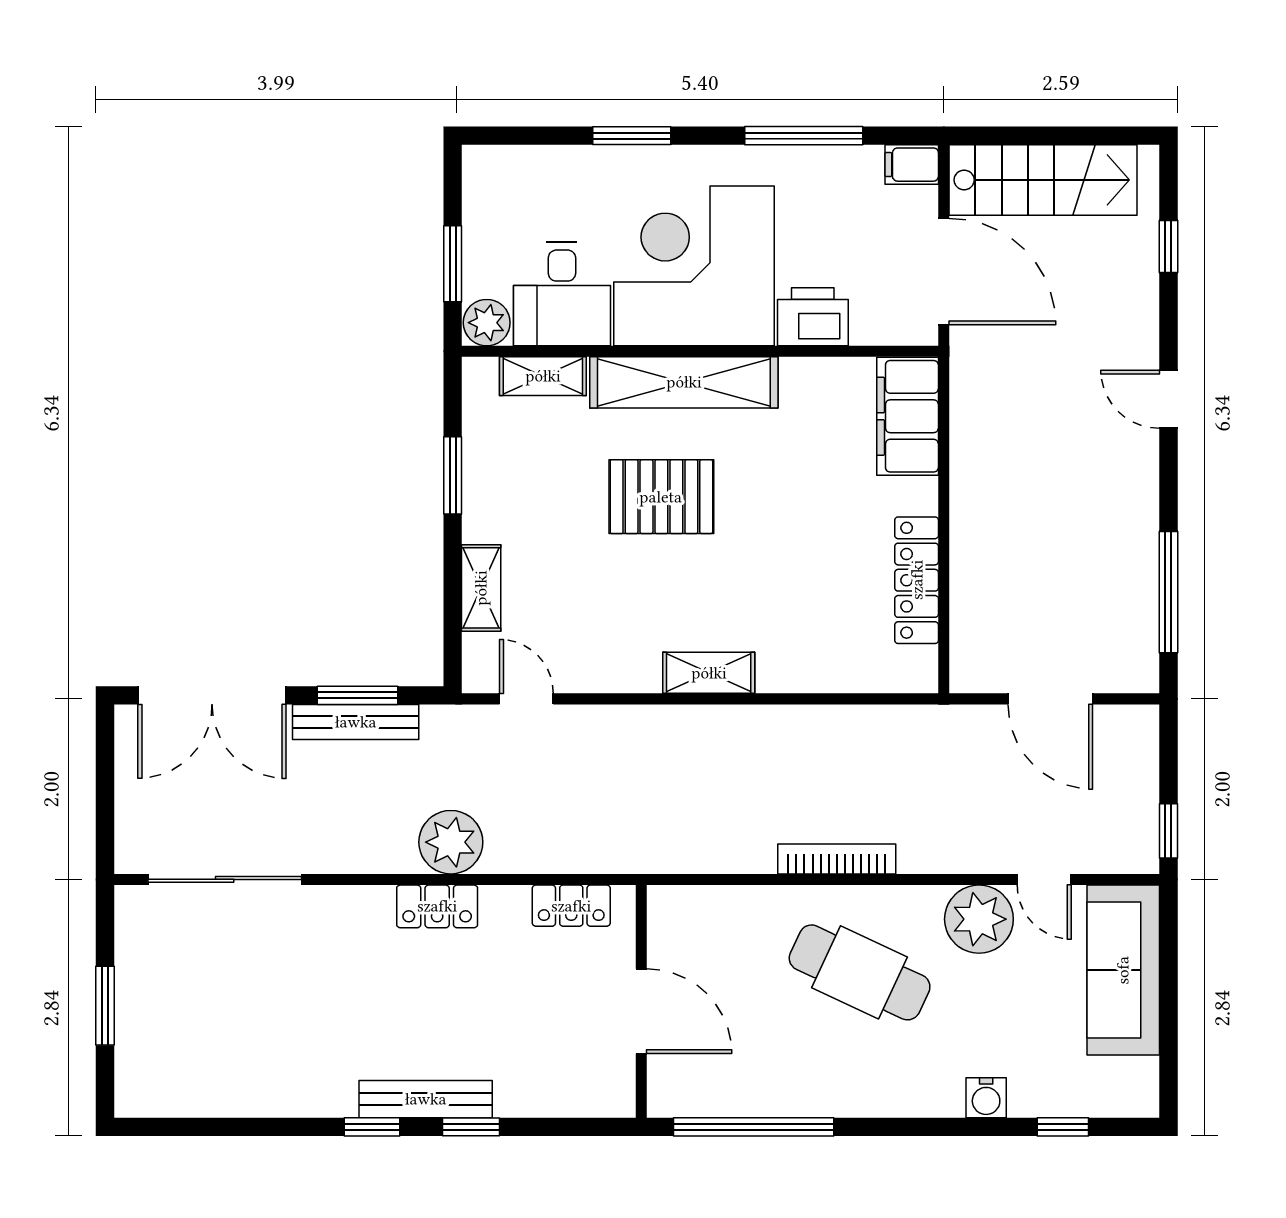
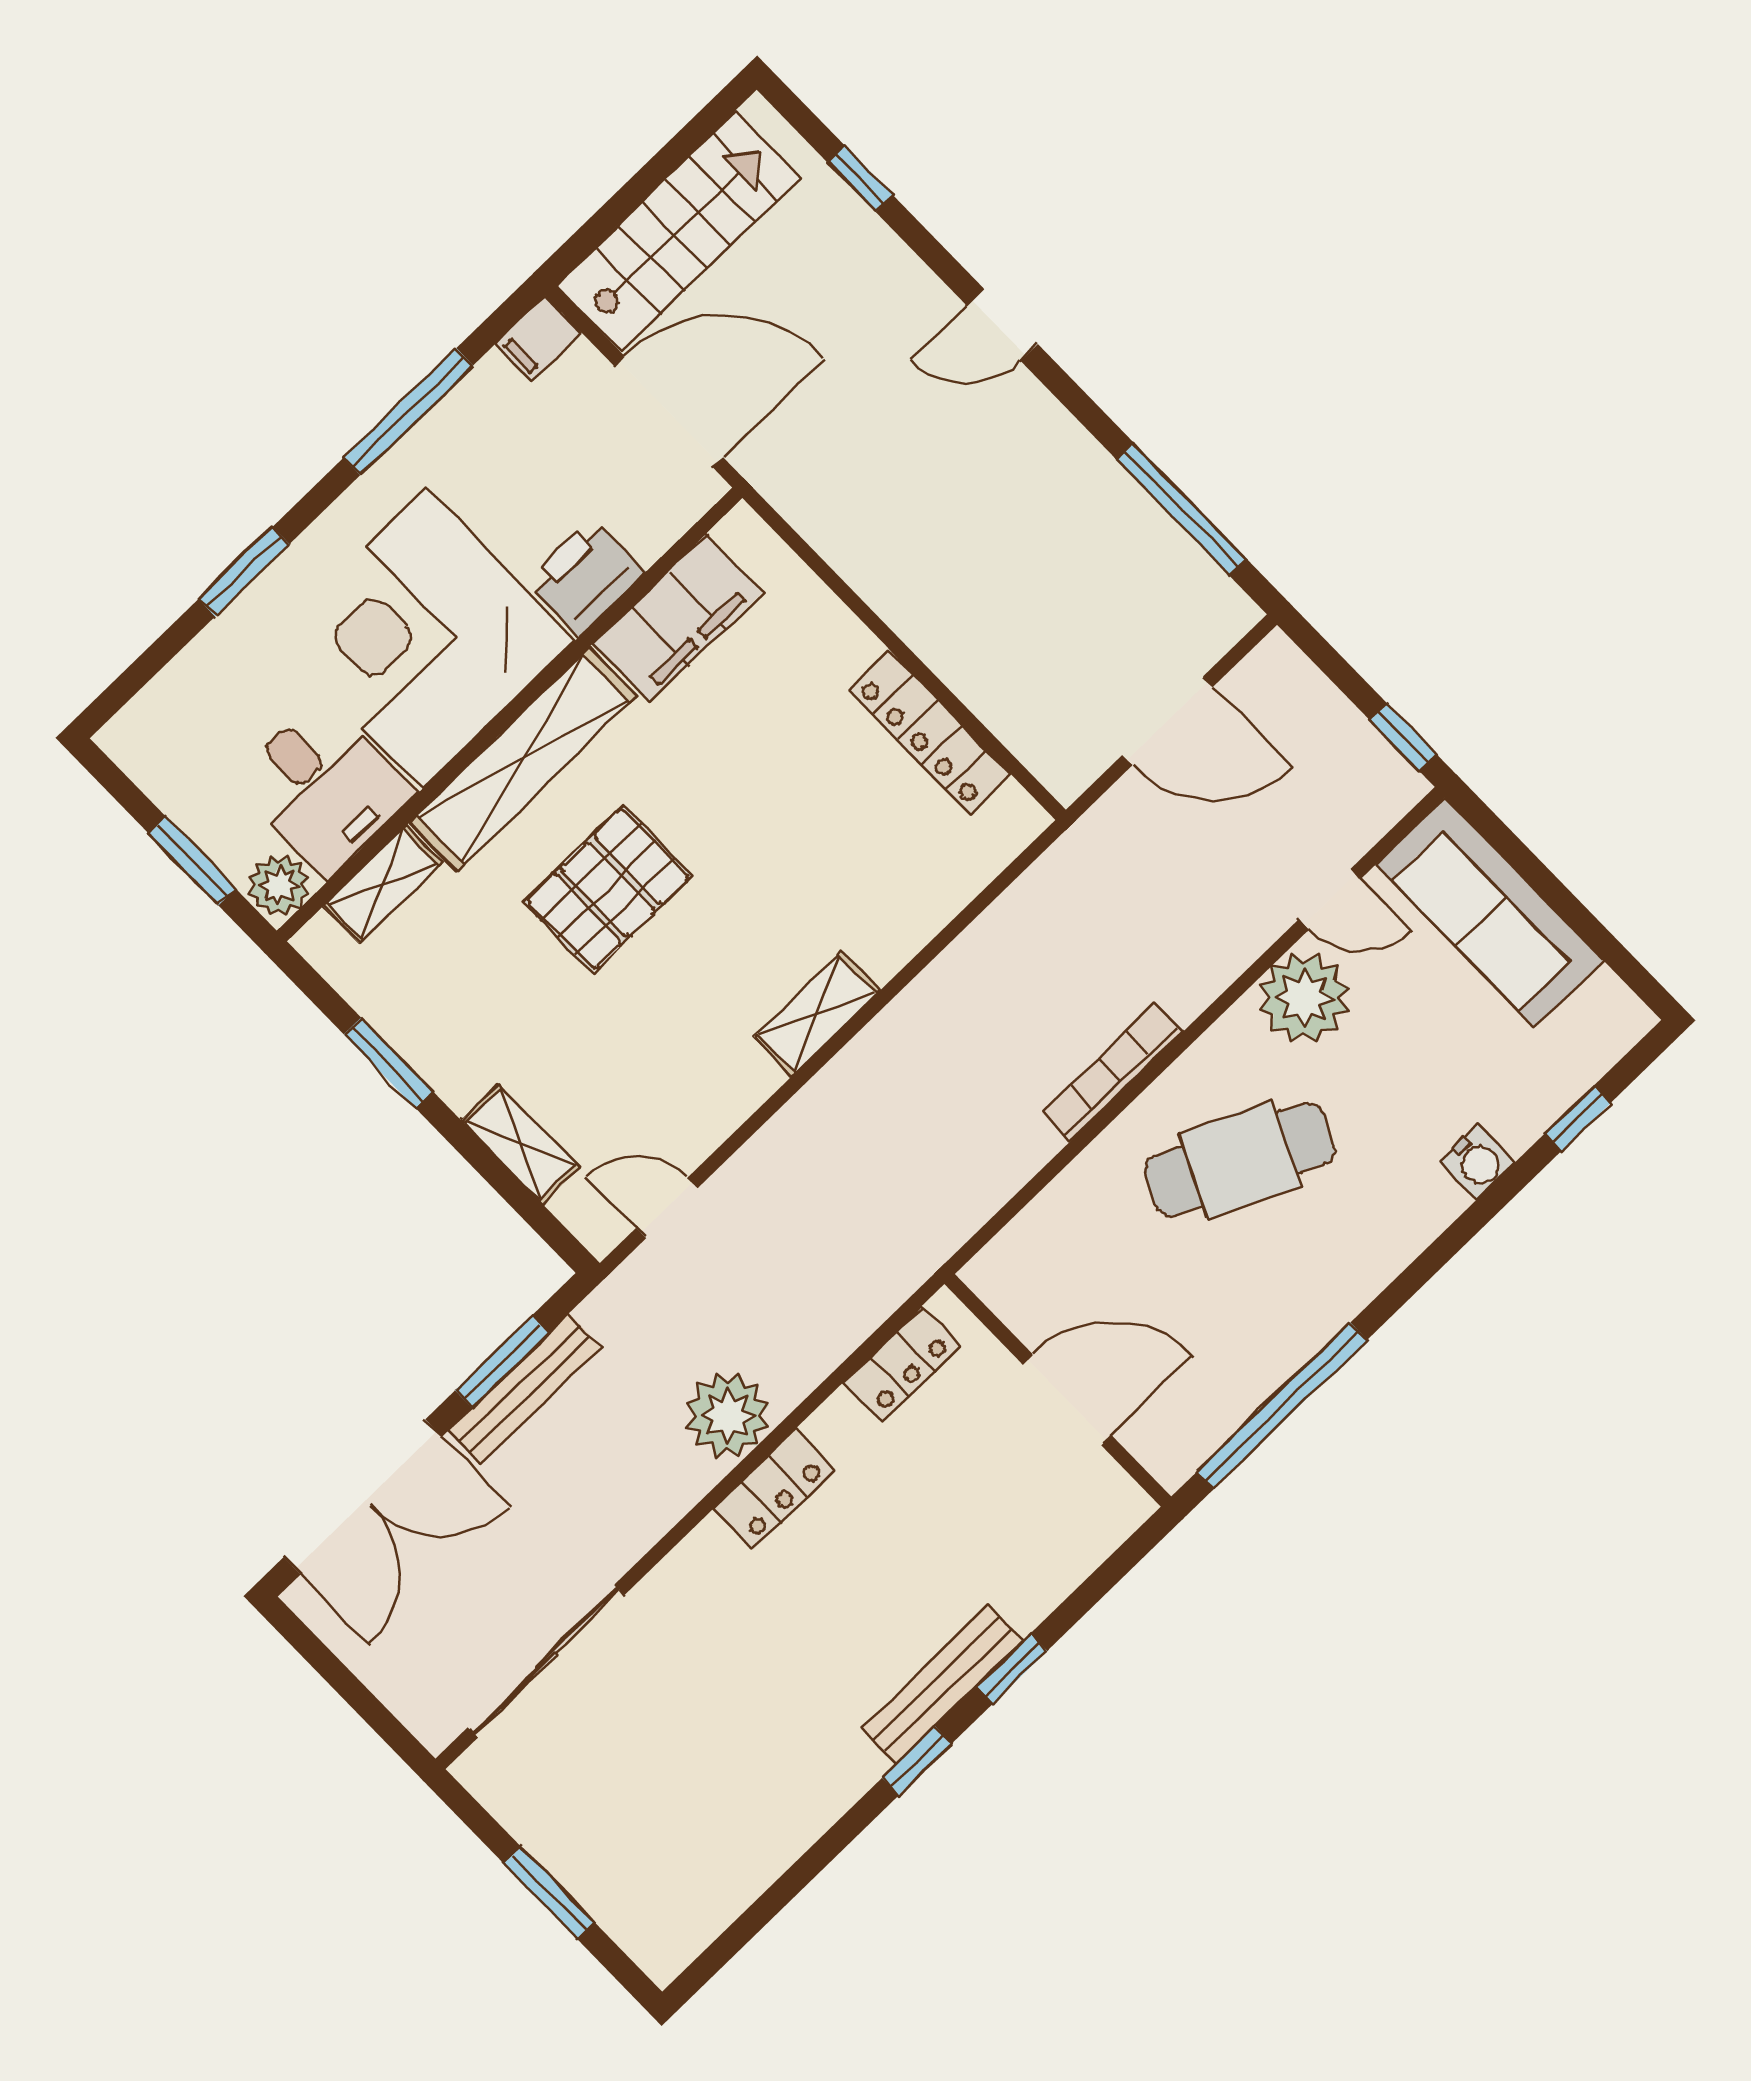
filing cabinet: (908, 416) -> (678, 618), moved, turned -90

